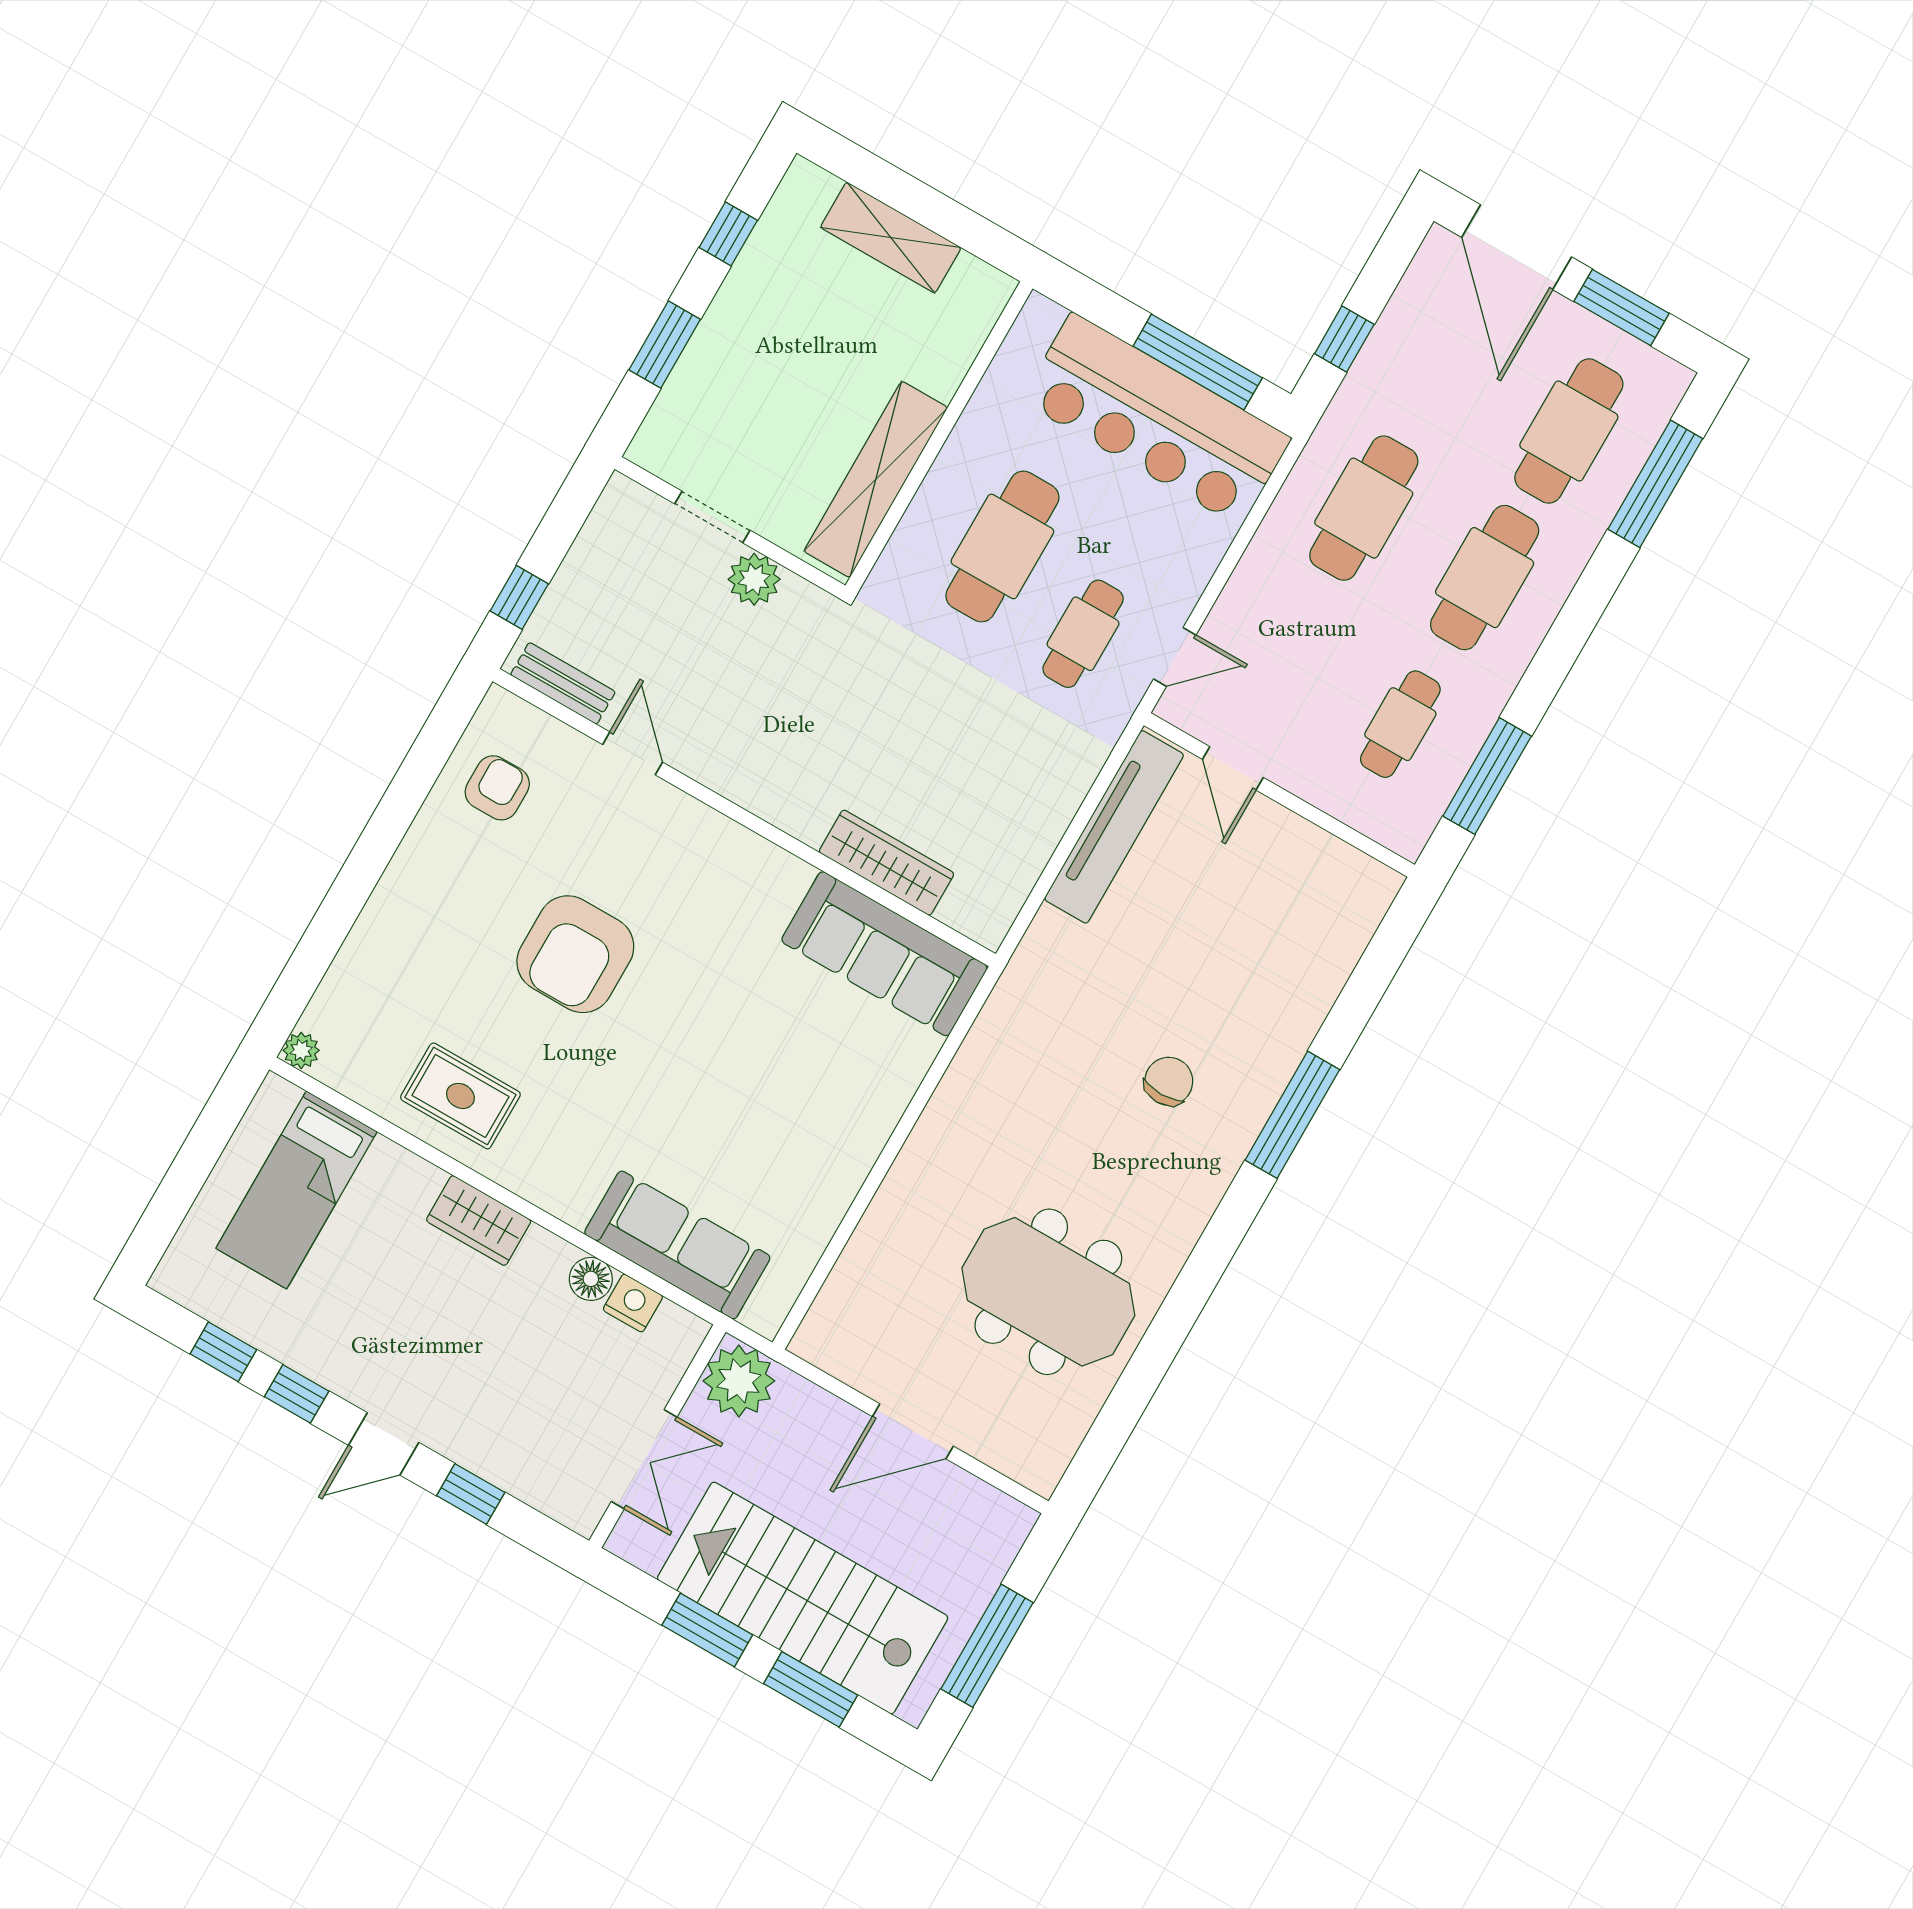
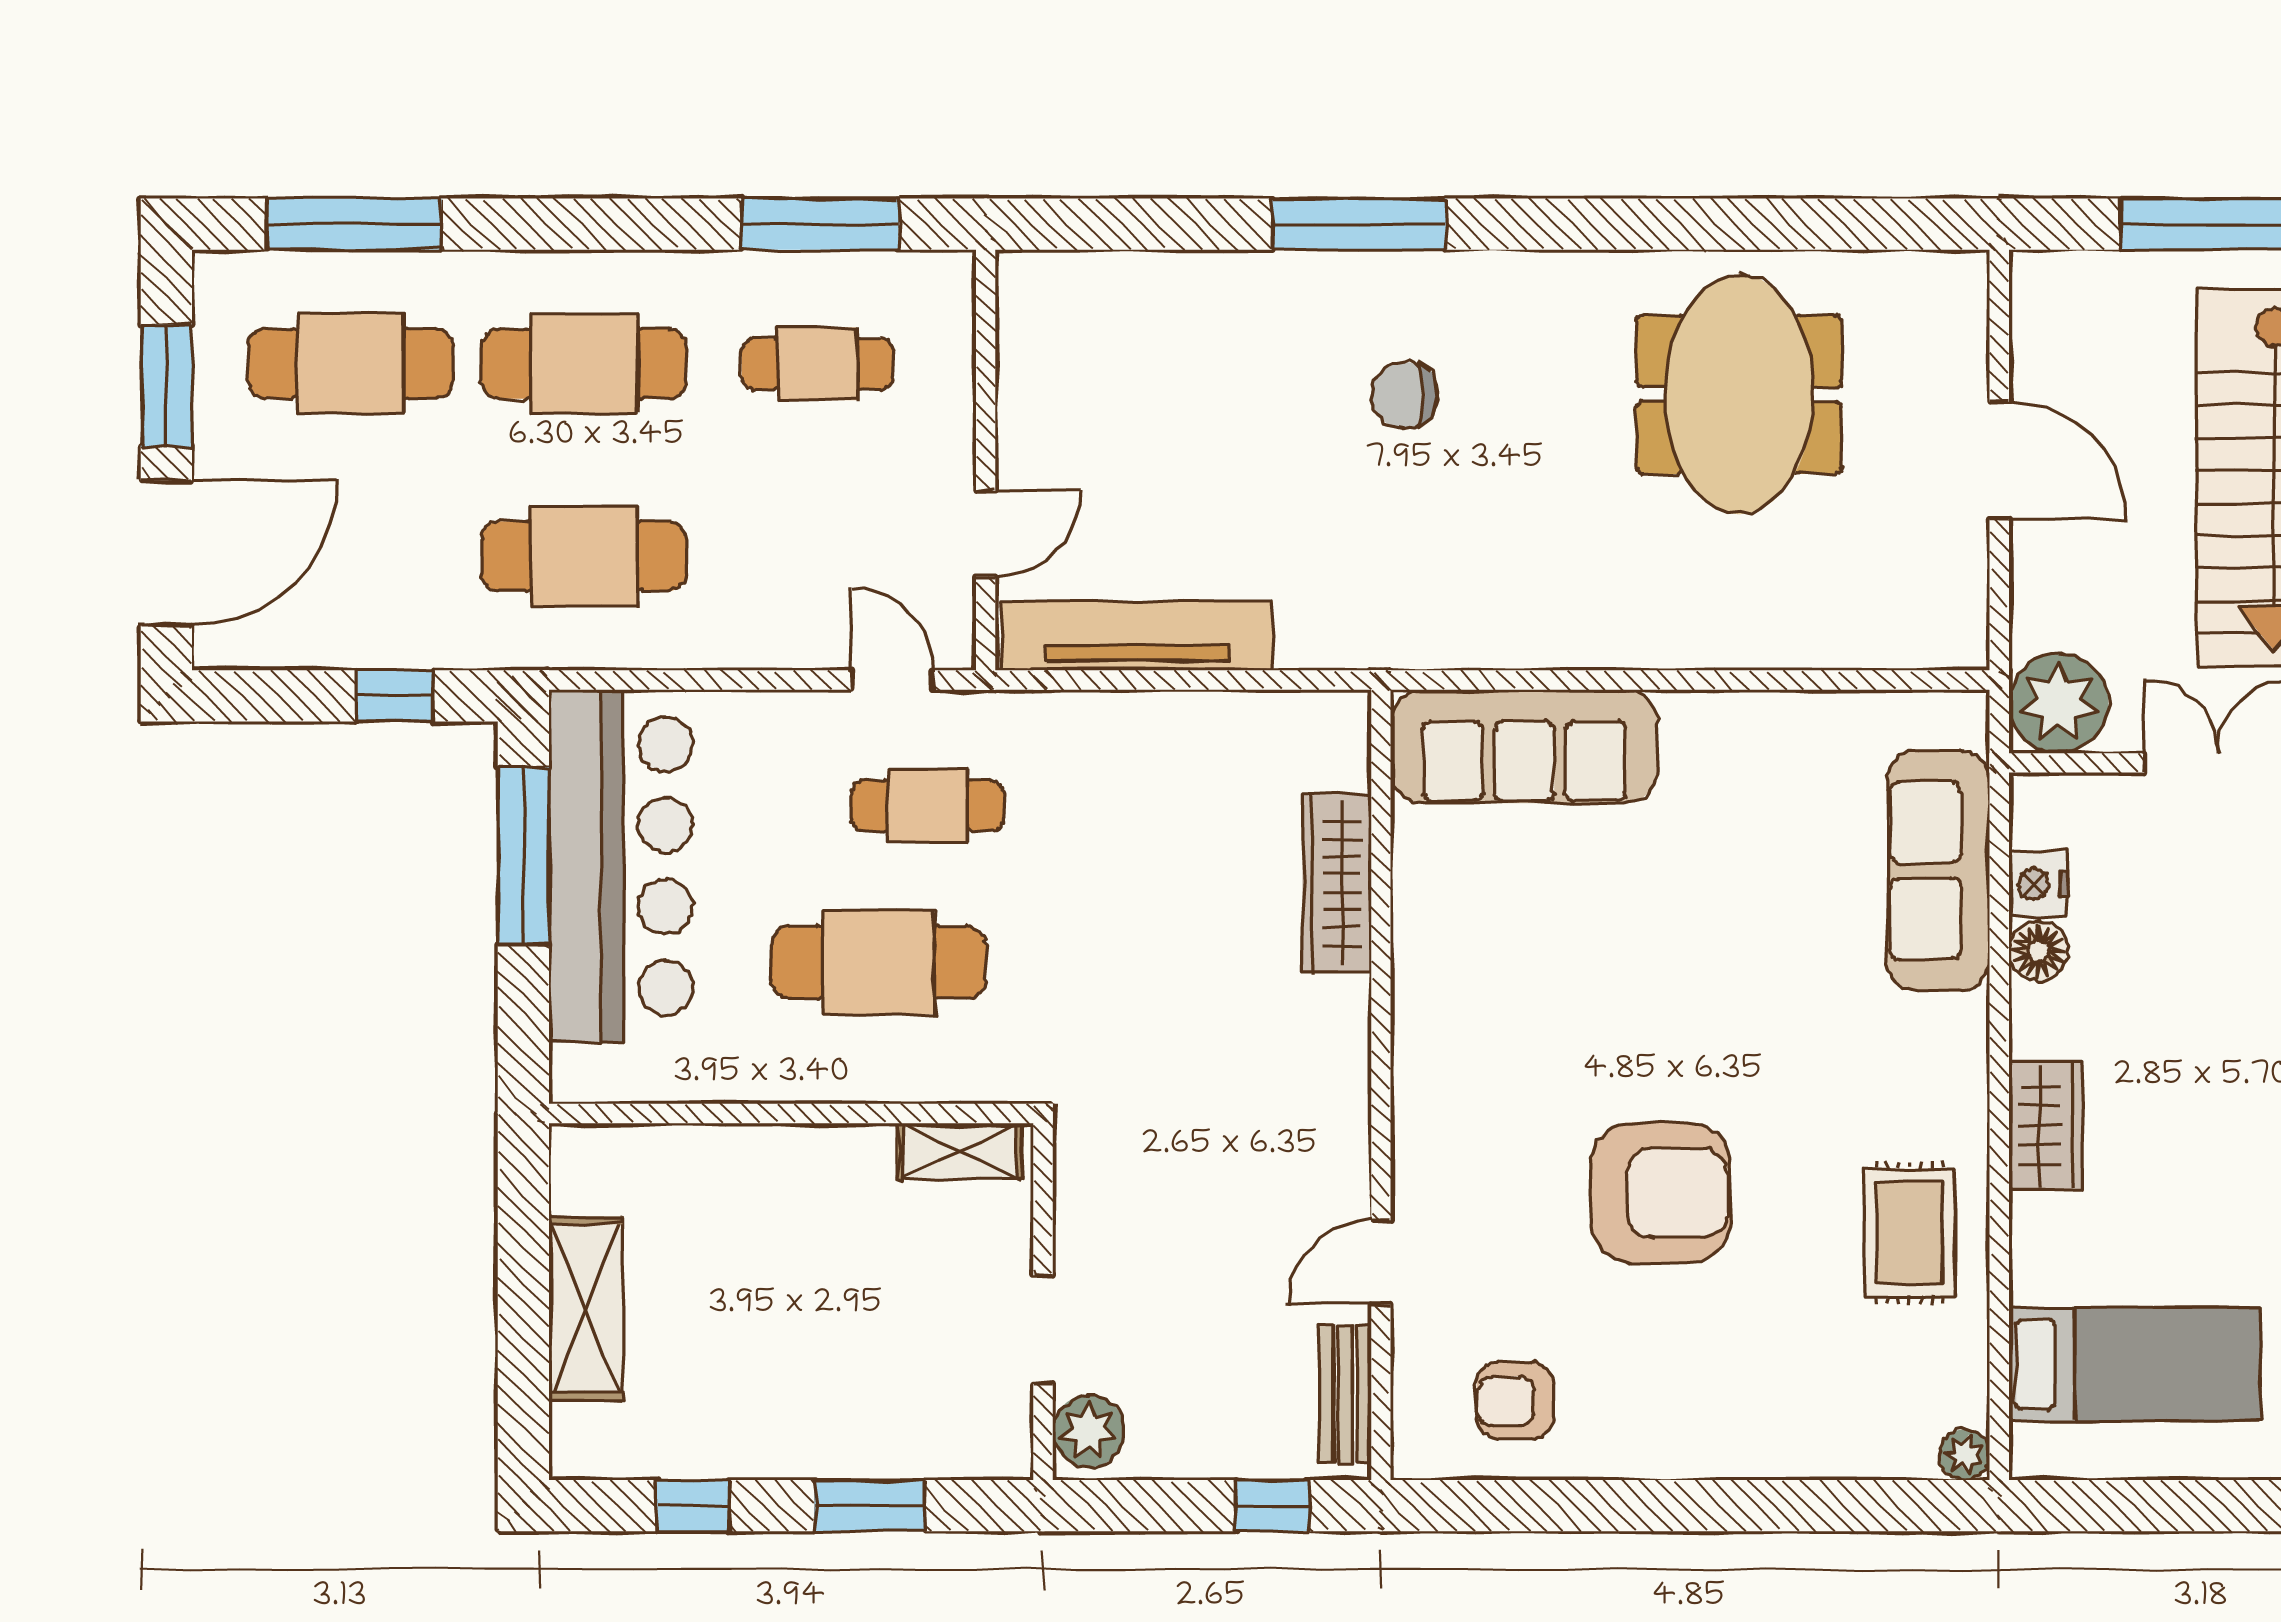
shelving: (876, 479) -> (960, 1151), width x0.45, depth x0.75
plant: (754, 579) -> (1089, 1431), moved
sofa: (884, 954) -> (1524, 746), moved, turned 90

